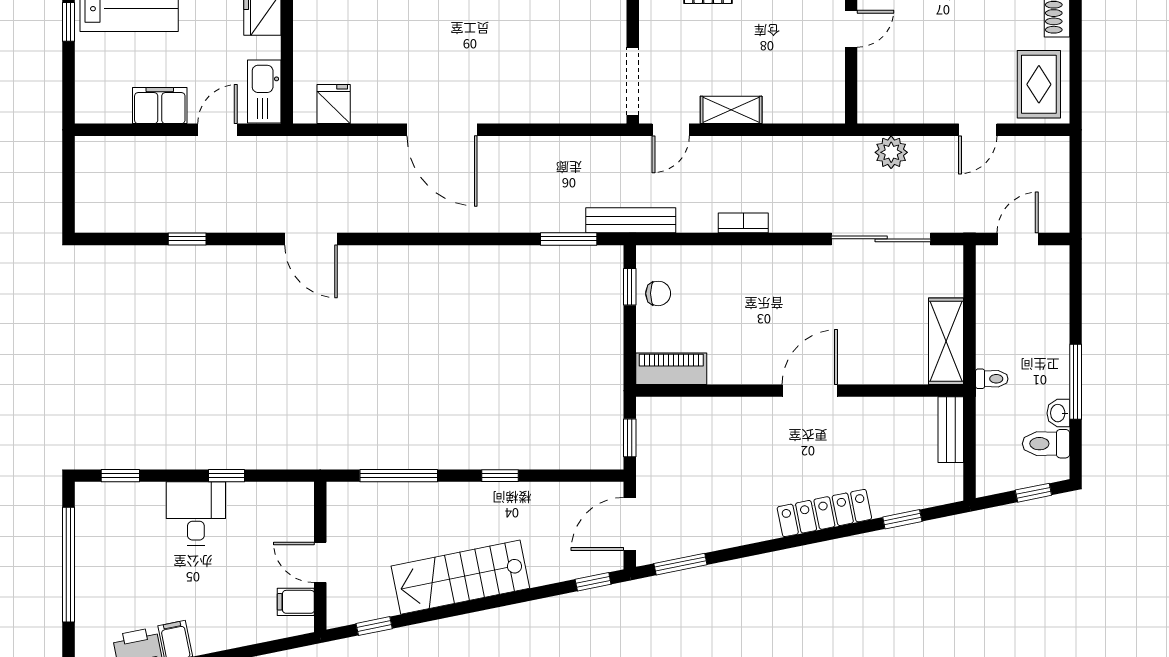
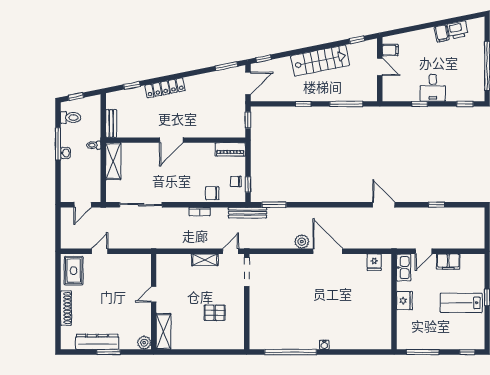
plant: (891, 152) -> (302, 242), moved
chair: (714, 266) -> (212, 193), added
washbasin: (1058, 413) -> (65, 153), moved

